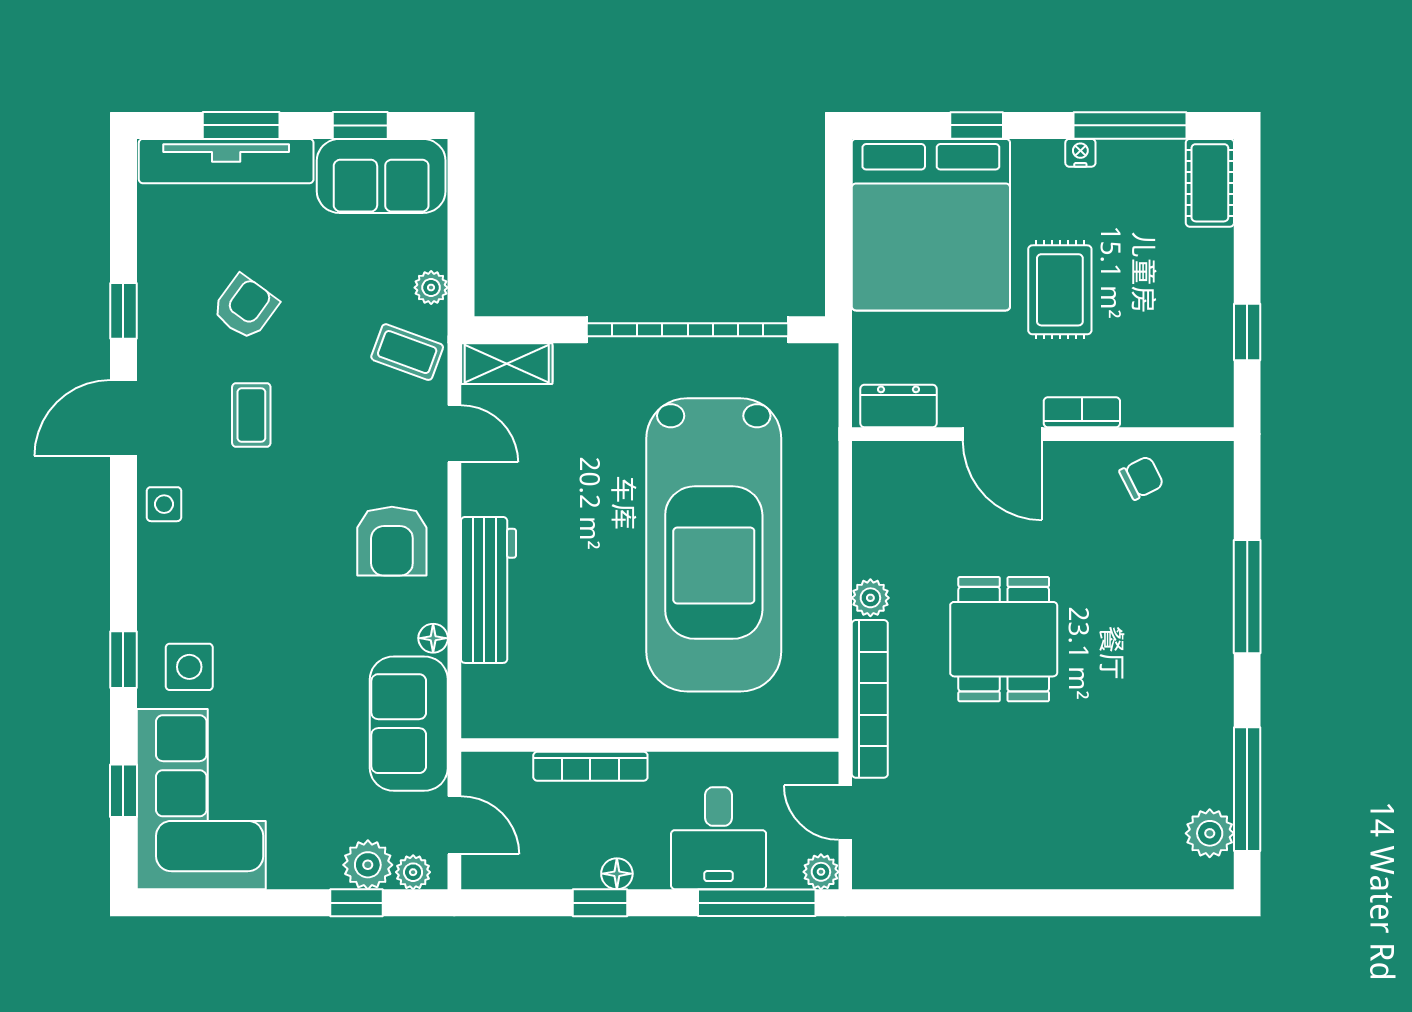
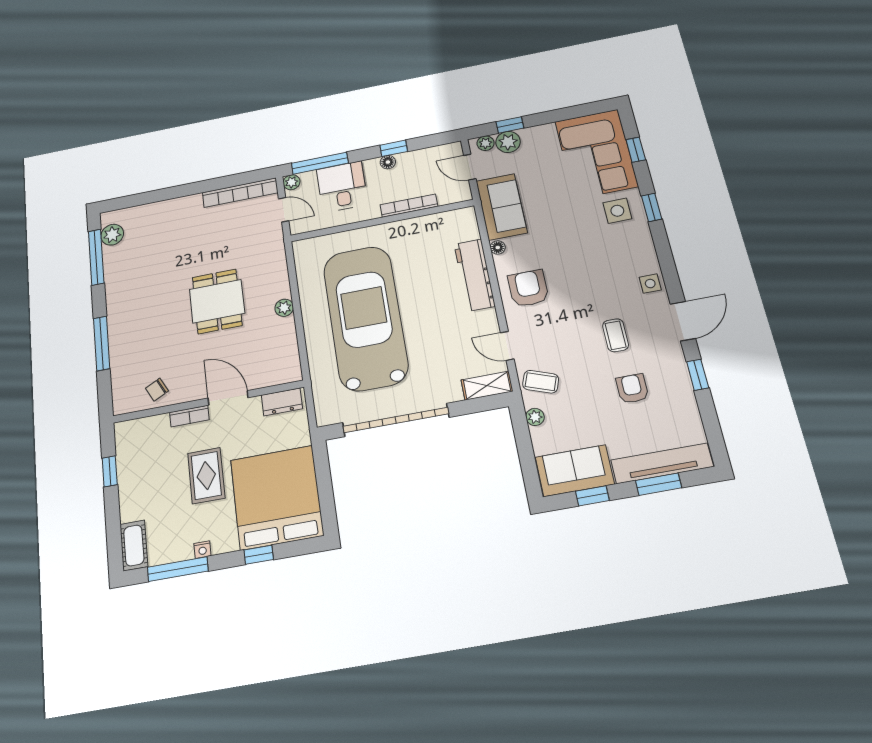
armchair: (245, 307) -> (632, 389), turned 144
bookcase: (870, 699) -> (240, 193), moved, turned -90

